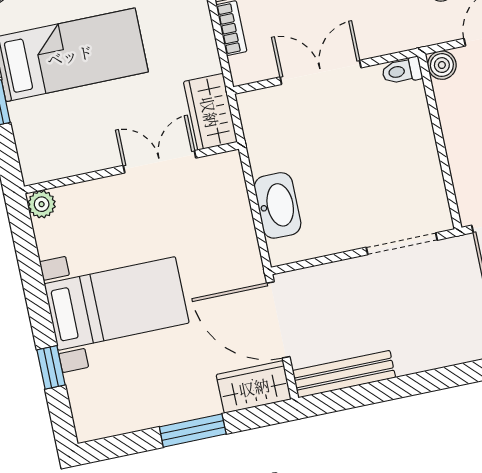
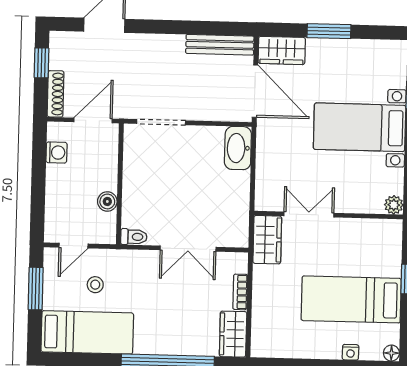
boiler: (442, 65) -> (107, 201), moved
double door: (160, 162) -> (309, 215), swing flipped
washbasin: (278, 205) -> (238, 148), moved

